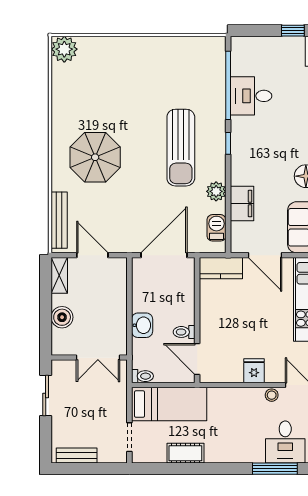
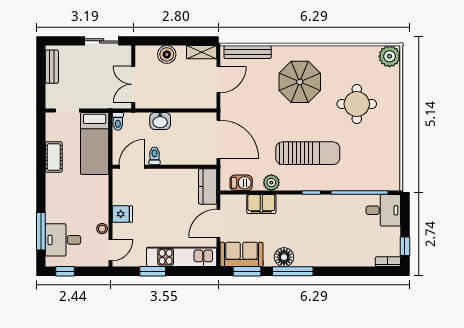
round table: (122, 89) -> (357, 104), added
desk: (251, 96) -> (383, 210), moved, turned 90
sun lounger: (181, 148) -> (308, 153), turned 180

